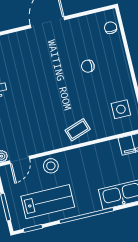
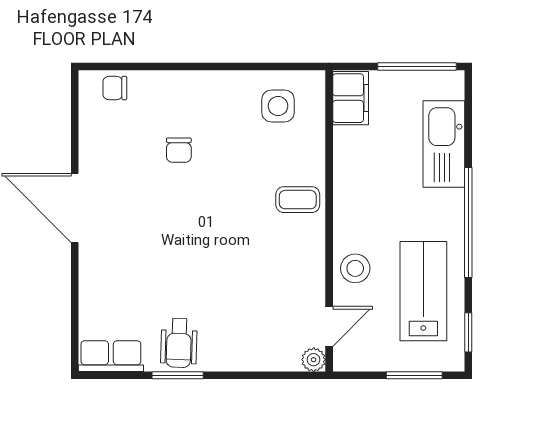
coffee table: (78, 130) -> (298, 200), turned -71
door: (20, 160) -> (329, 326), hinge flipped

